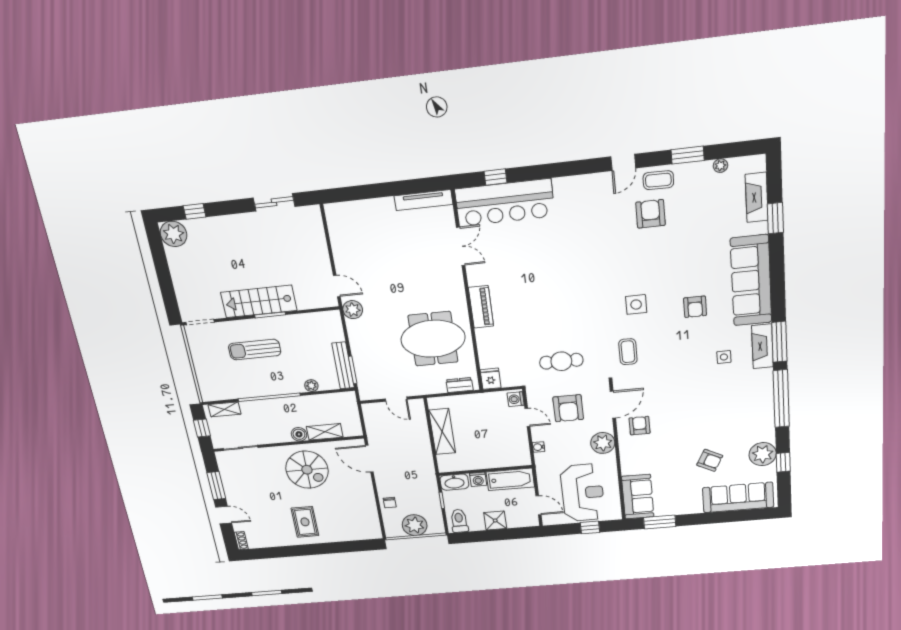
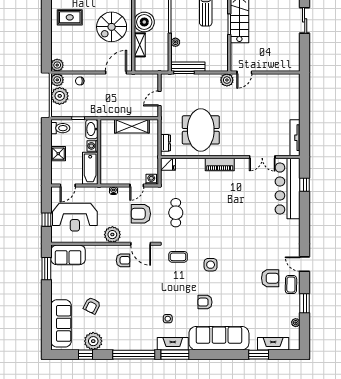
sliding door: (274, 202) -> (305, 20), moved
boiler: (299, 434) -> (144, 22), width x1.86, depth x1.86
plant: (393, 530) -> (57, 80), added
plant: (373, 532) -> (57, 65), added

